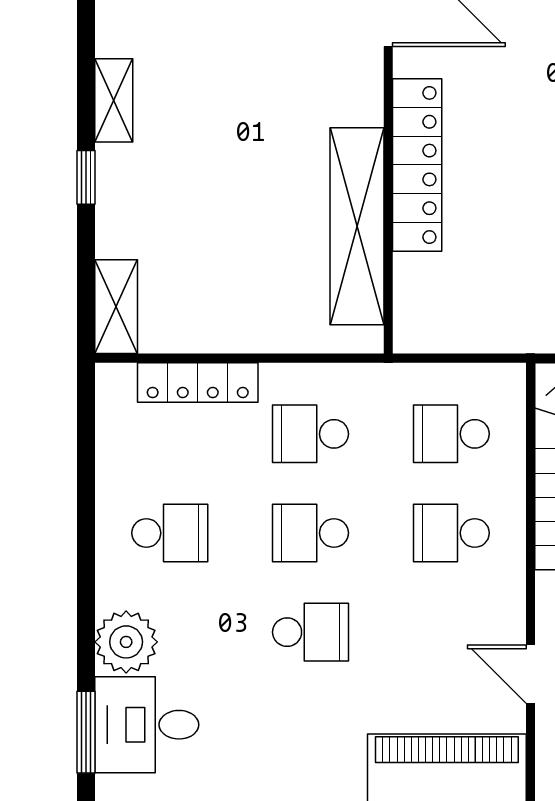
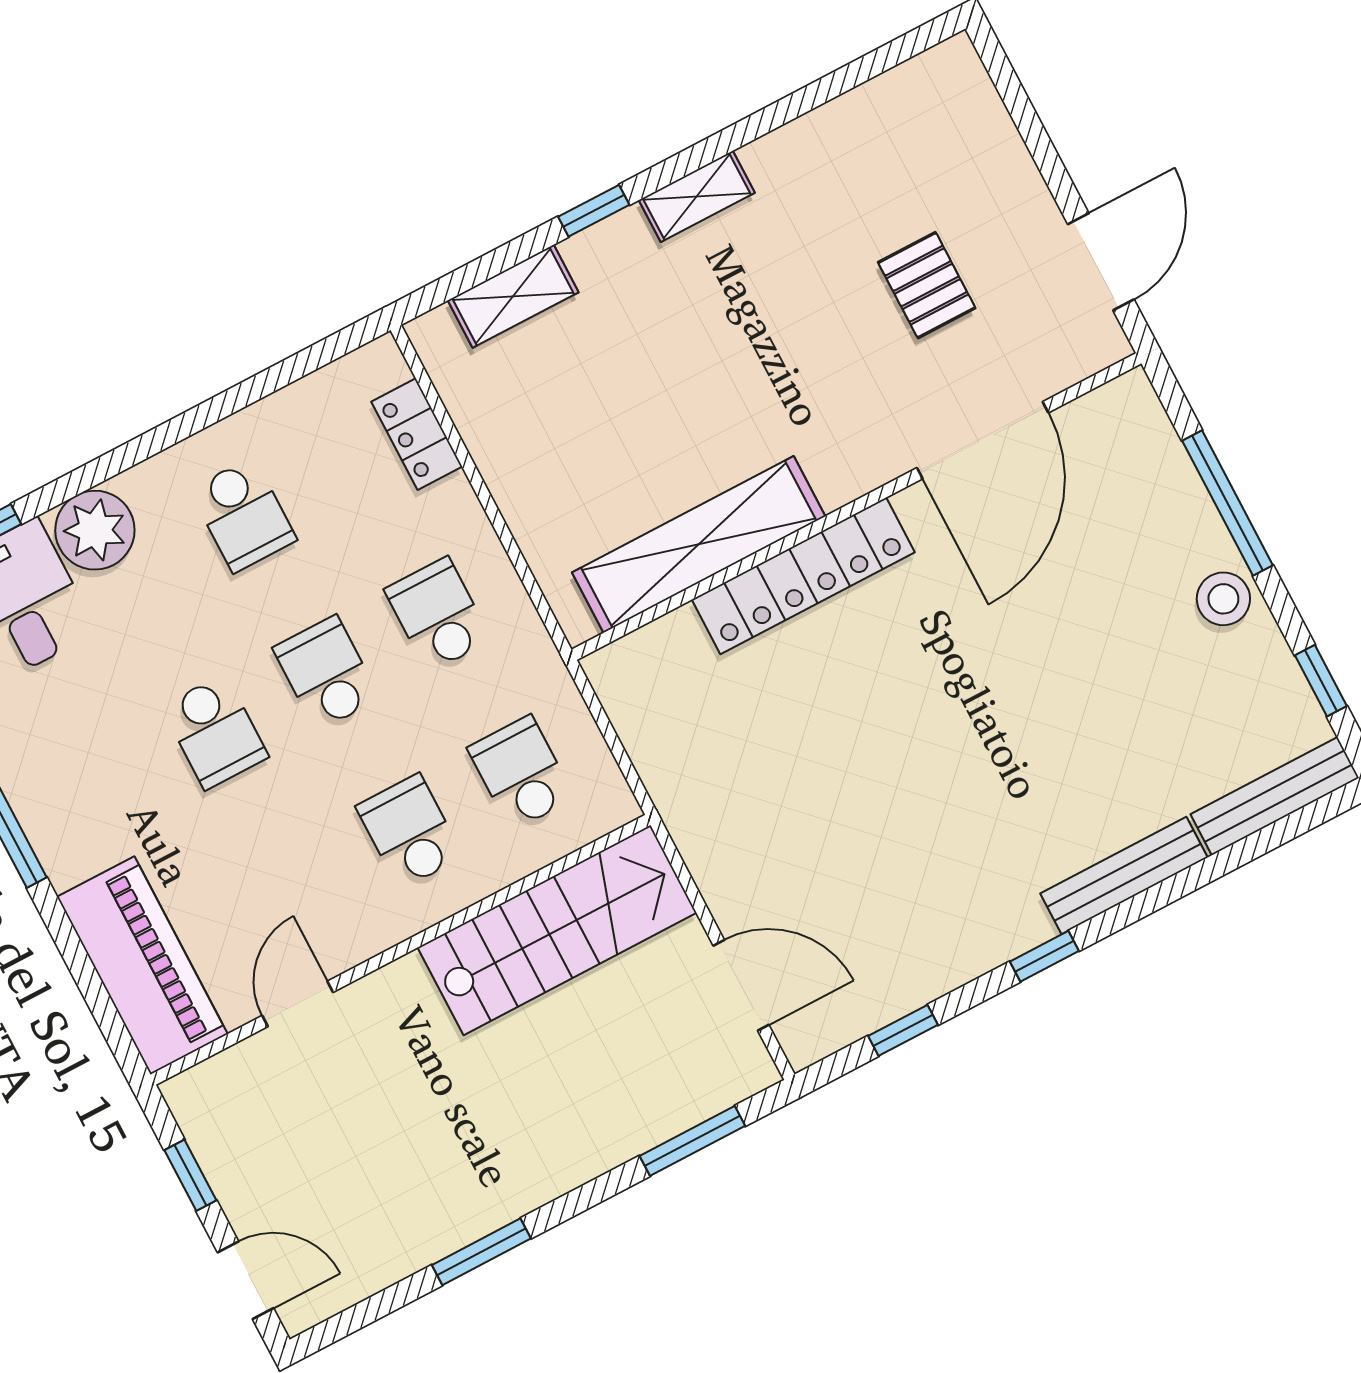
shelving: (116, 307) -> (513, 296), moved
locker: (198, 382) -> (417, 434), width x0.66

